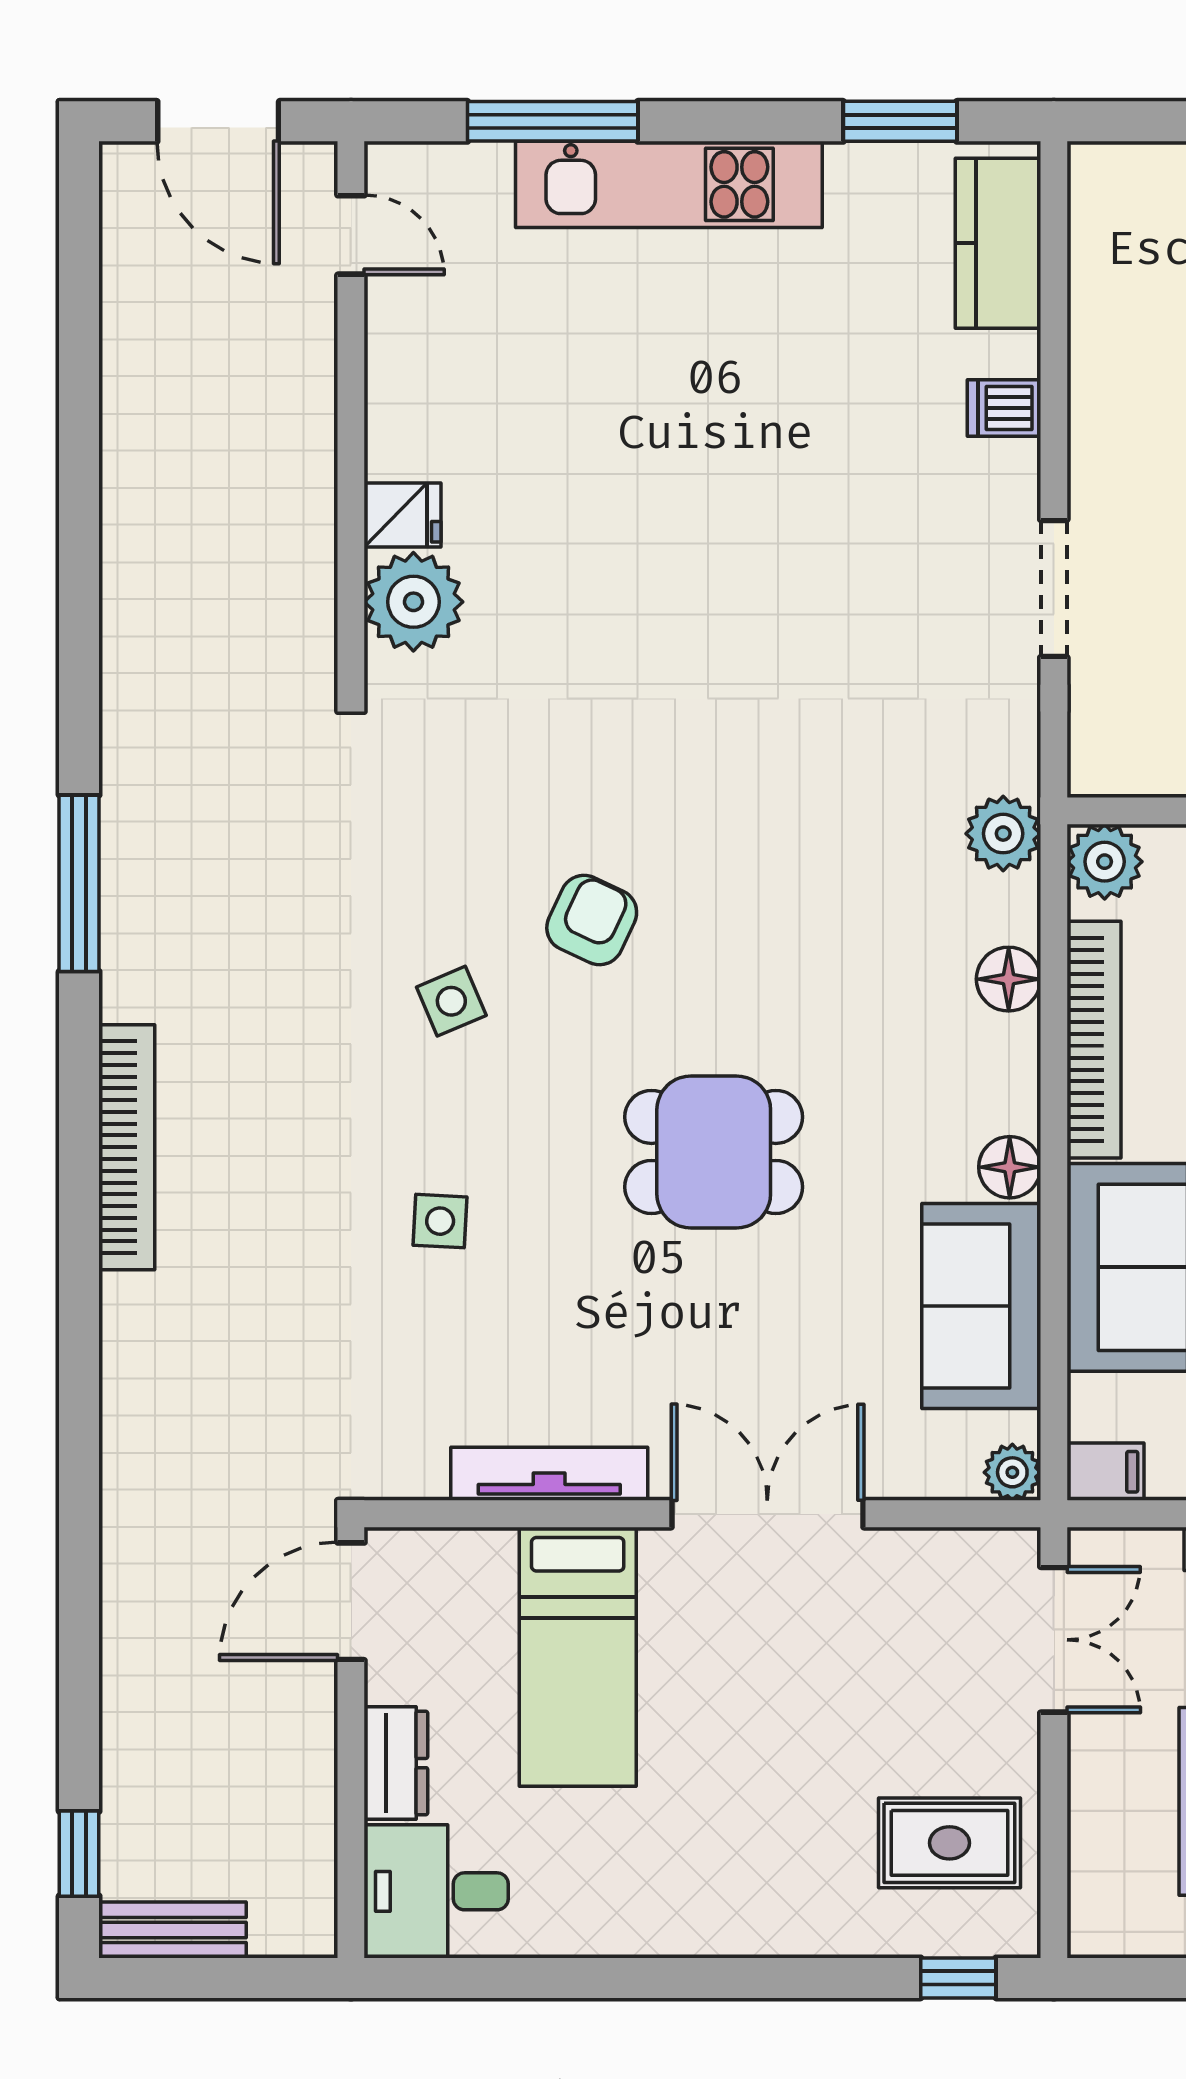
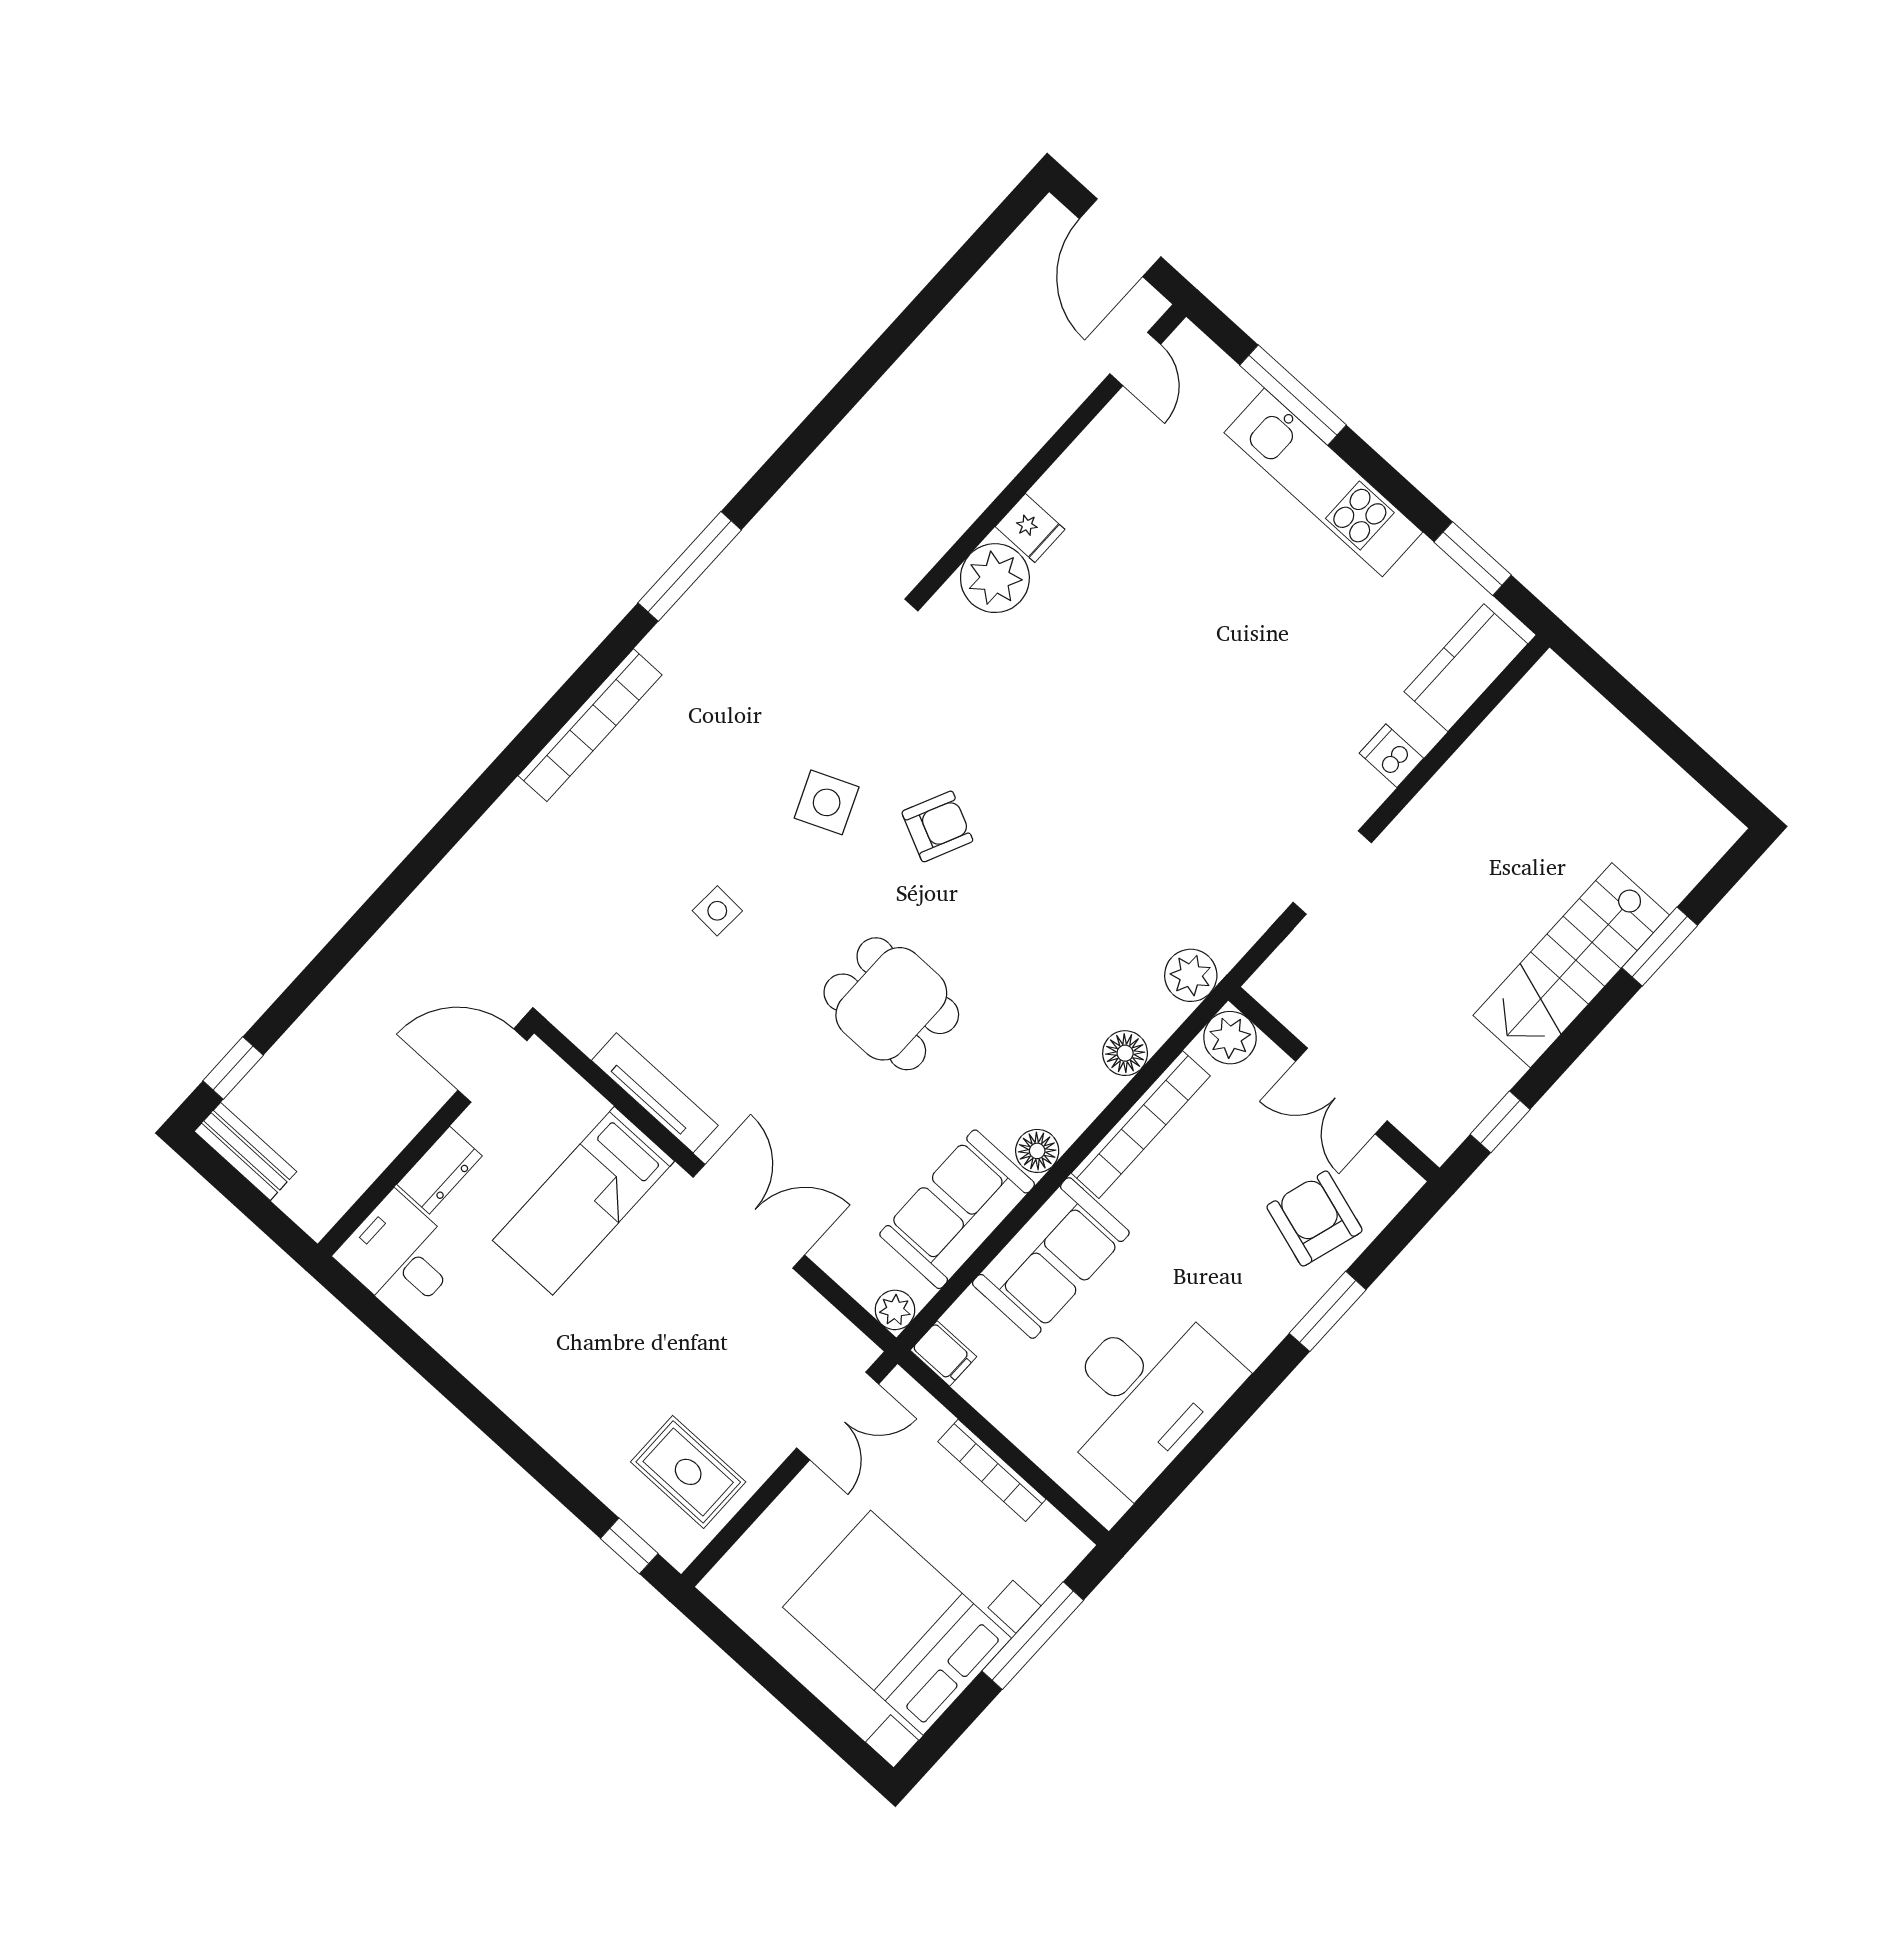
side table: (451, 1001) -> (827, 802), width x1.37, depth x1.37

